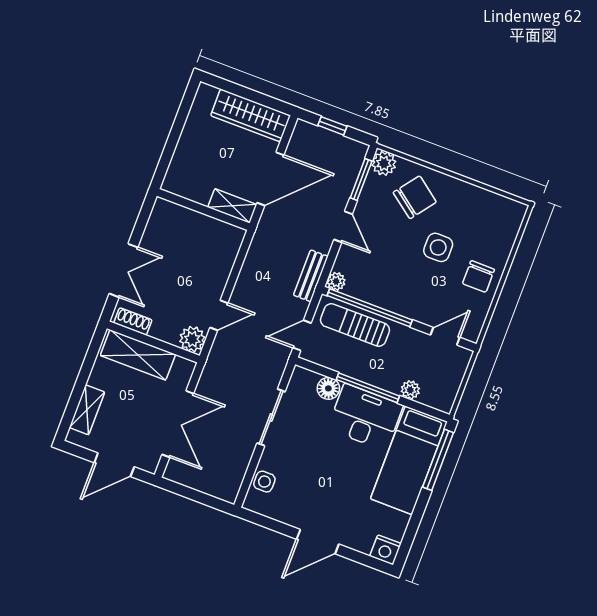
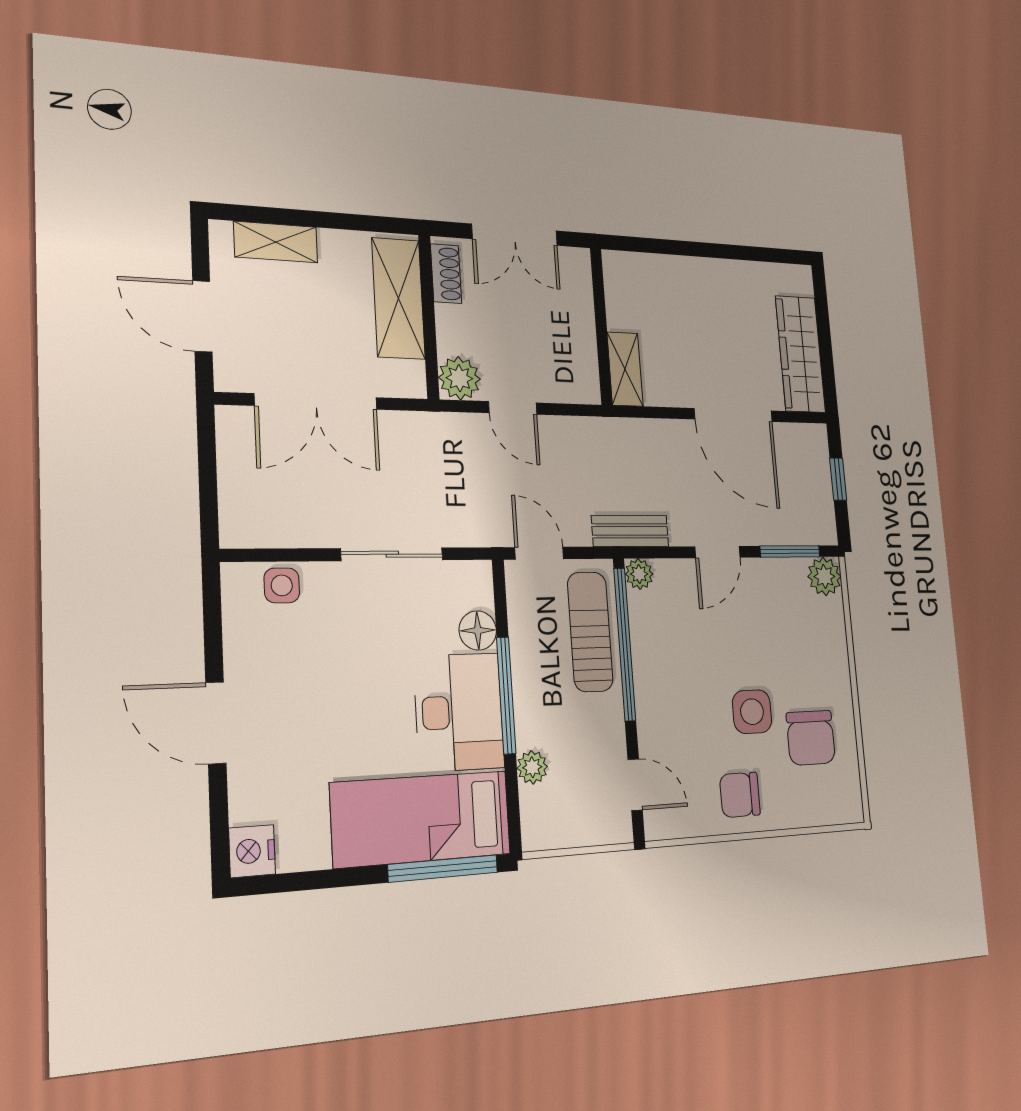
chair: (415, 197) -> (811, 738), moved, turned 53
shelving: (232, 206) -> (625, 369), moved
wall: (203, 210) -> (601, 326), moved

